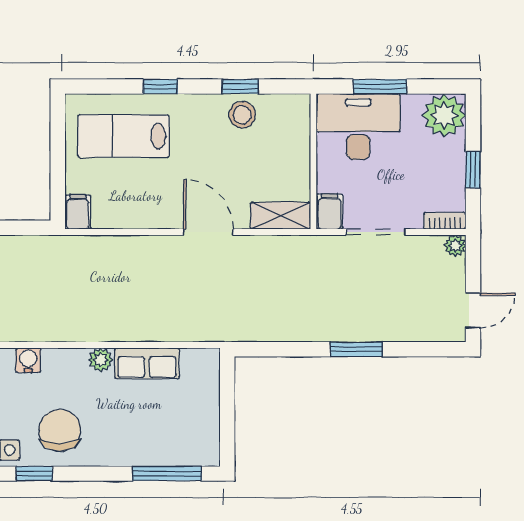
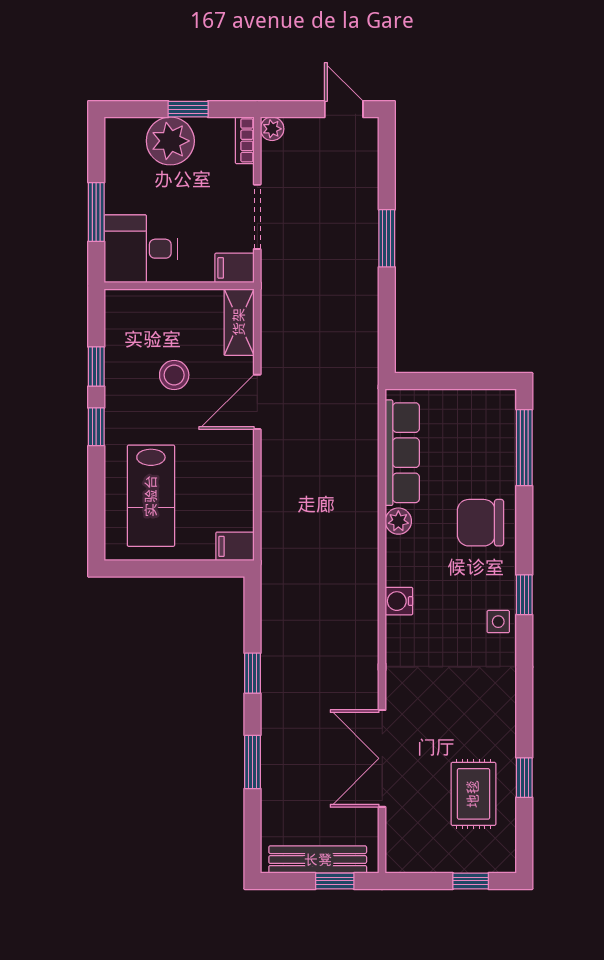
window: (160, 87) -> (96, 427), moved
stool: (242, 115) -> (174, 375), moved
plant: (444, 115) -> (170, 141), moved
desk: (358, 127) -> (141, 249), width x0.73
row of seats: (147, 363) -> (402, 453), width x1.48
chair: (60, 430) -> (480, 523), moved

